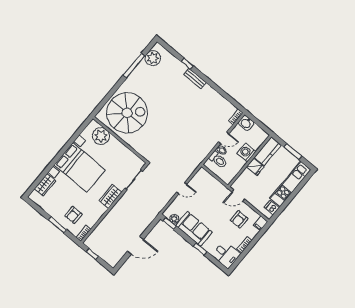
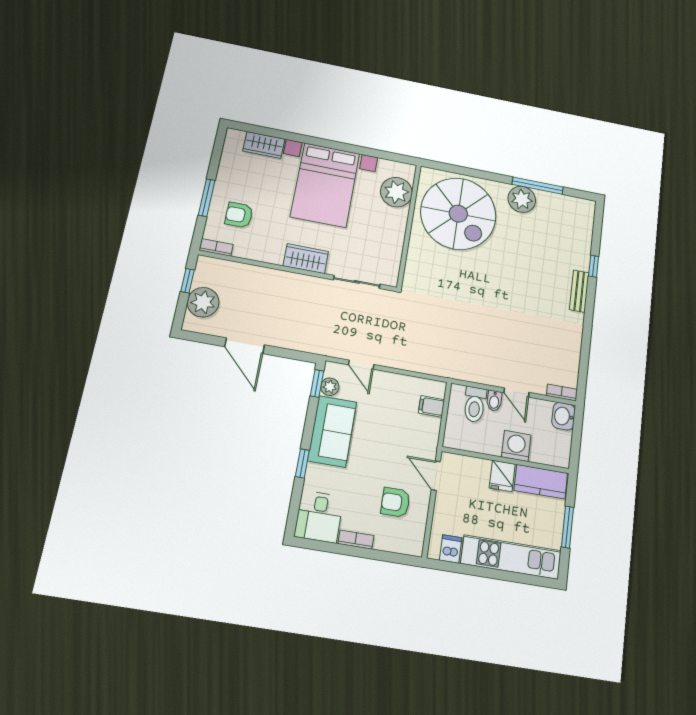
plant: (153, 58) -> (522, 199), moved
door: (182, 188) -> (361, 365), moved
filing cabinet: (261, 223) -> (431, 406), moved
plant: (106, 253) -> (203, 302), added

